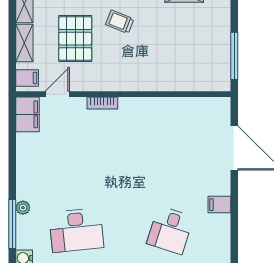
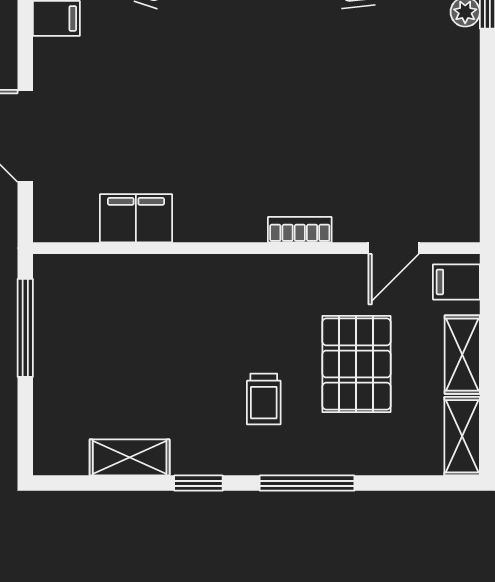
trolley: (120, 22) -> (264, 399), turned 68
filing cabinet: (28, 114) -> (136, 218), moved, turned 90

